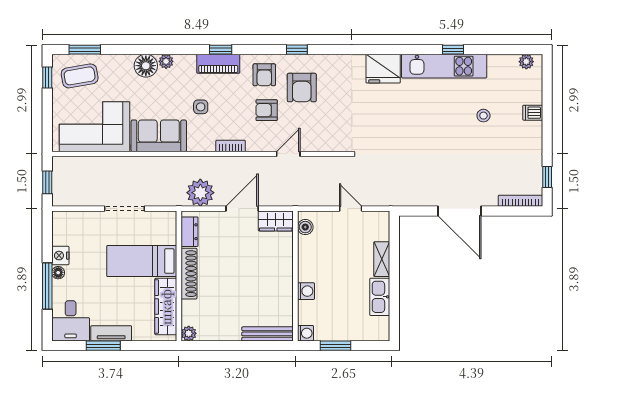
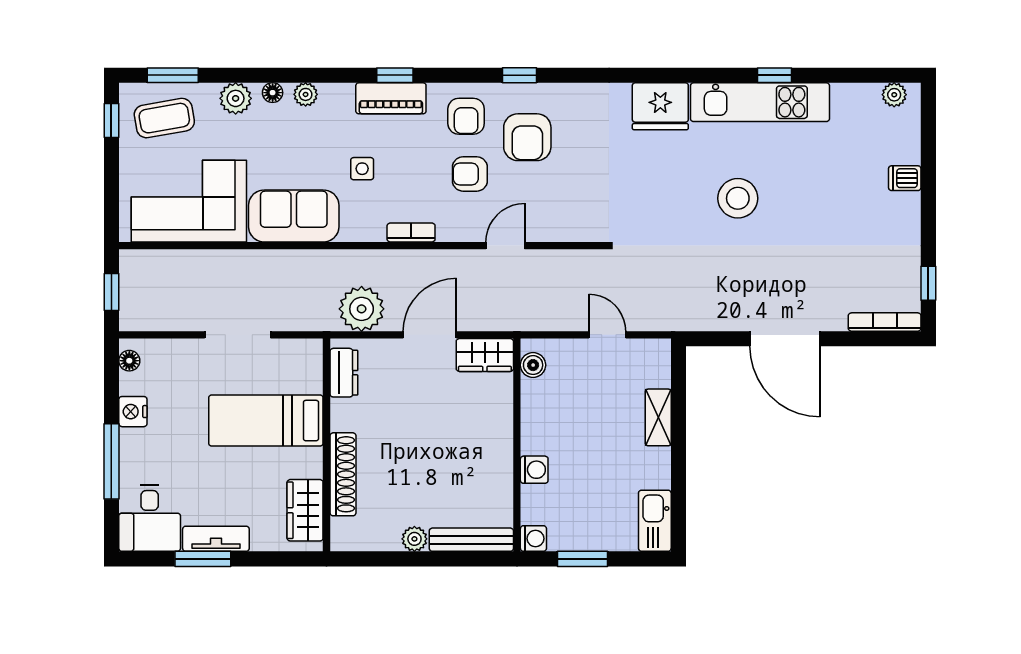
plant: (123, 64) -> (236, 98), added
floor lamp: (146, 66) -> (273, 93), width x0.53, depth x0.53
stool: (483, 116) -> (738, 198), moved, width x1.89, depth x1.89
floor lamp: (58, 273) -> (129, 361), moved
shoe rack: (189, 274) -> (343, 474), moved
kitchen sink: (380, 297) -> (655, 521), moved
wardrobe: (166, 307) -> (305, 510), width x0.67
plant: (189, 333) -> (414, 539), moved

